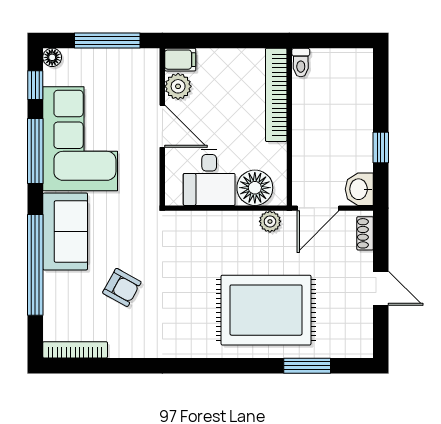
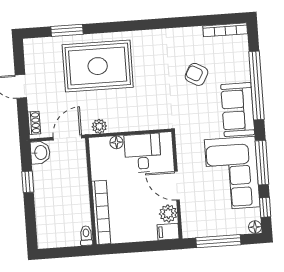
floor lamp: (255, 188) -> (116, 142), width x0.53, depth x0.53

